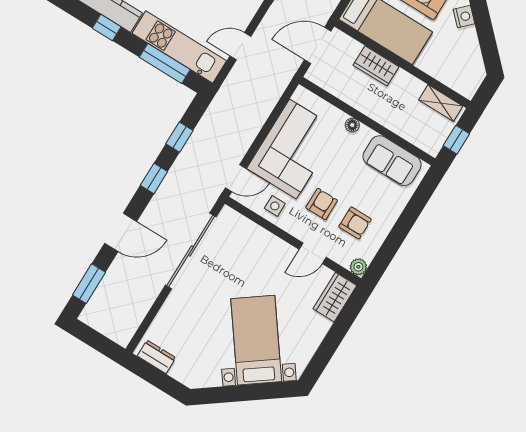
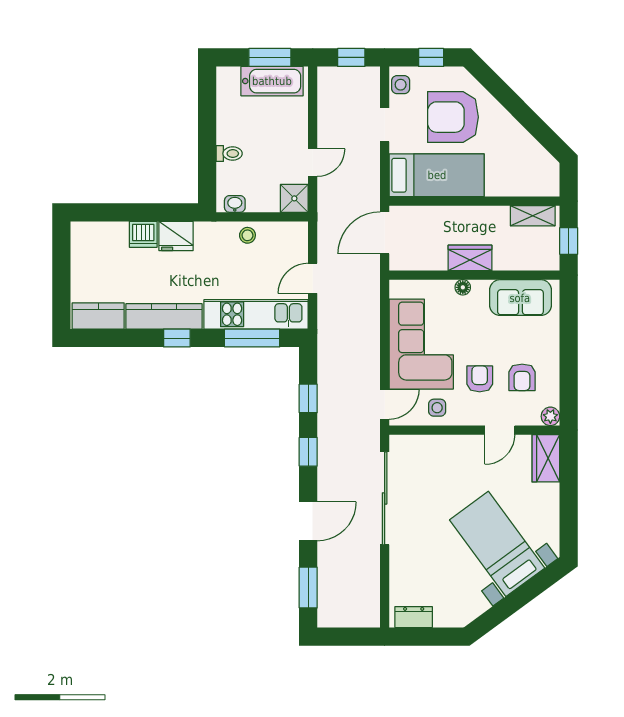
nightstand: (464, 17) -> (505, 121), removed
wardrobe: (376, 66) -> (470, 258), moved, turned 180
armchair: (355, 223) -> (522, 377), turned 90

